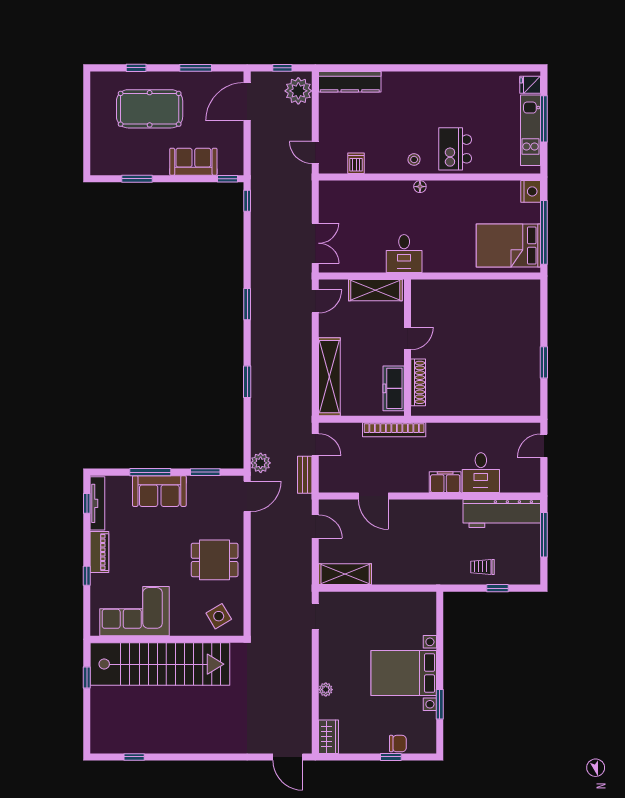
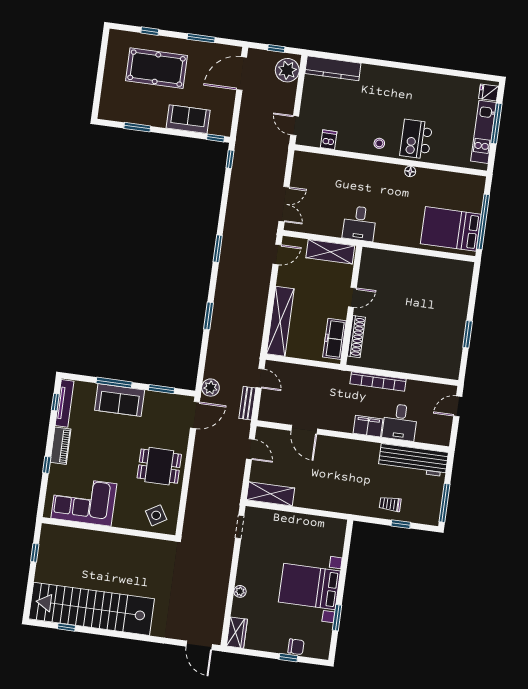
floor lamp: (420, 187) -> (410, 171), moved
nightstand: (531, 191) -> (476, 185), removed
bookcase: (394, 430) -> (378, 381), moved
window: (544, 535) -> (444, 503), moved
stairs: (160, 664) -> (92, 609), moved, turned 180

